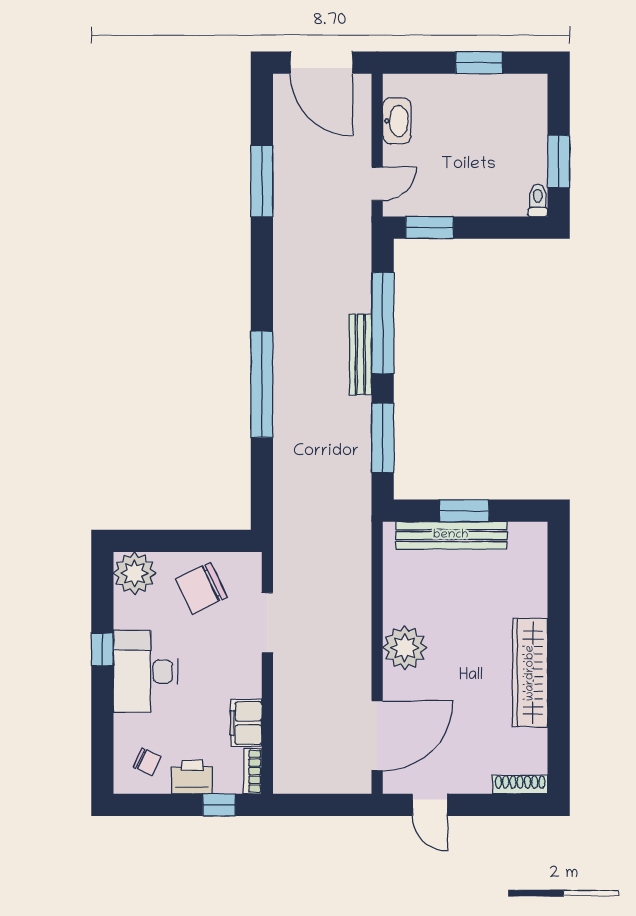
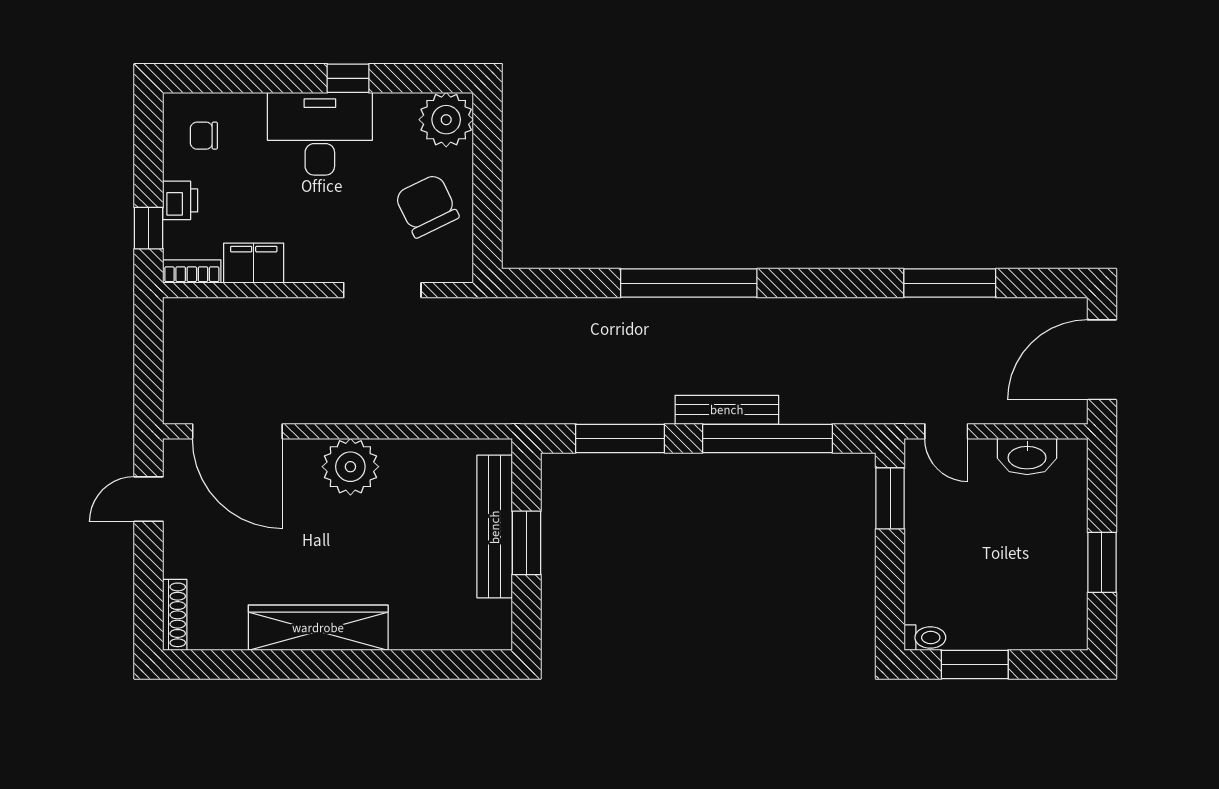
chair: (147, 762) -> (204, 136), turned 65
printer: (192, 777) -> (180, 200), width x0.73, depth x0.81

